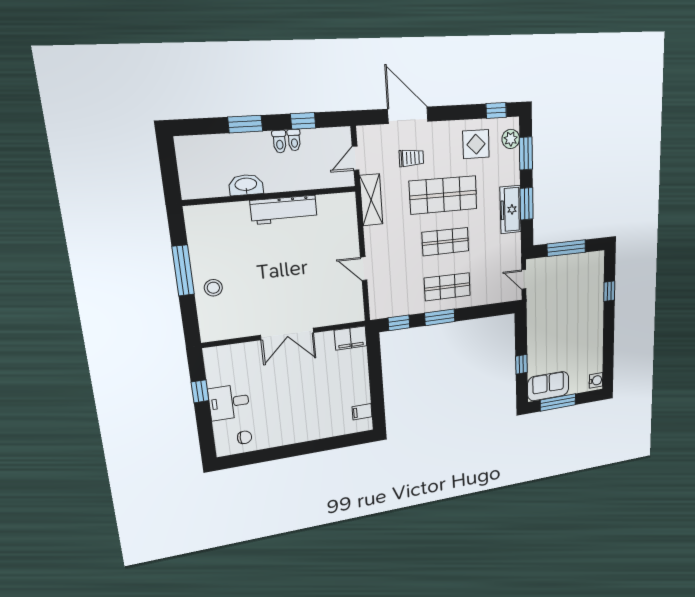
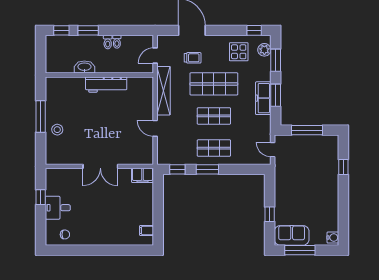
window: (303, 121) -> (61, 30), moved
shelving: (371, 200) -> (164, 91), width x1.47

